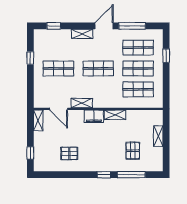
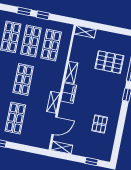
window: (166, 75) -> (43, 15), added
shelving: (158, 136) -> (85, 32), moved
pallet: (133, 151) -> (109, 62), width x1.50, depth x1.42

